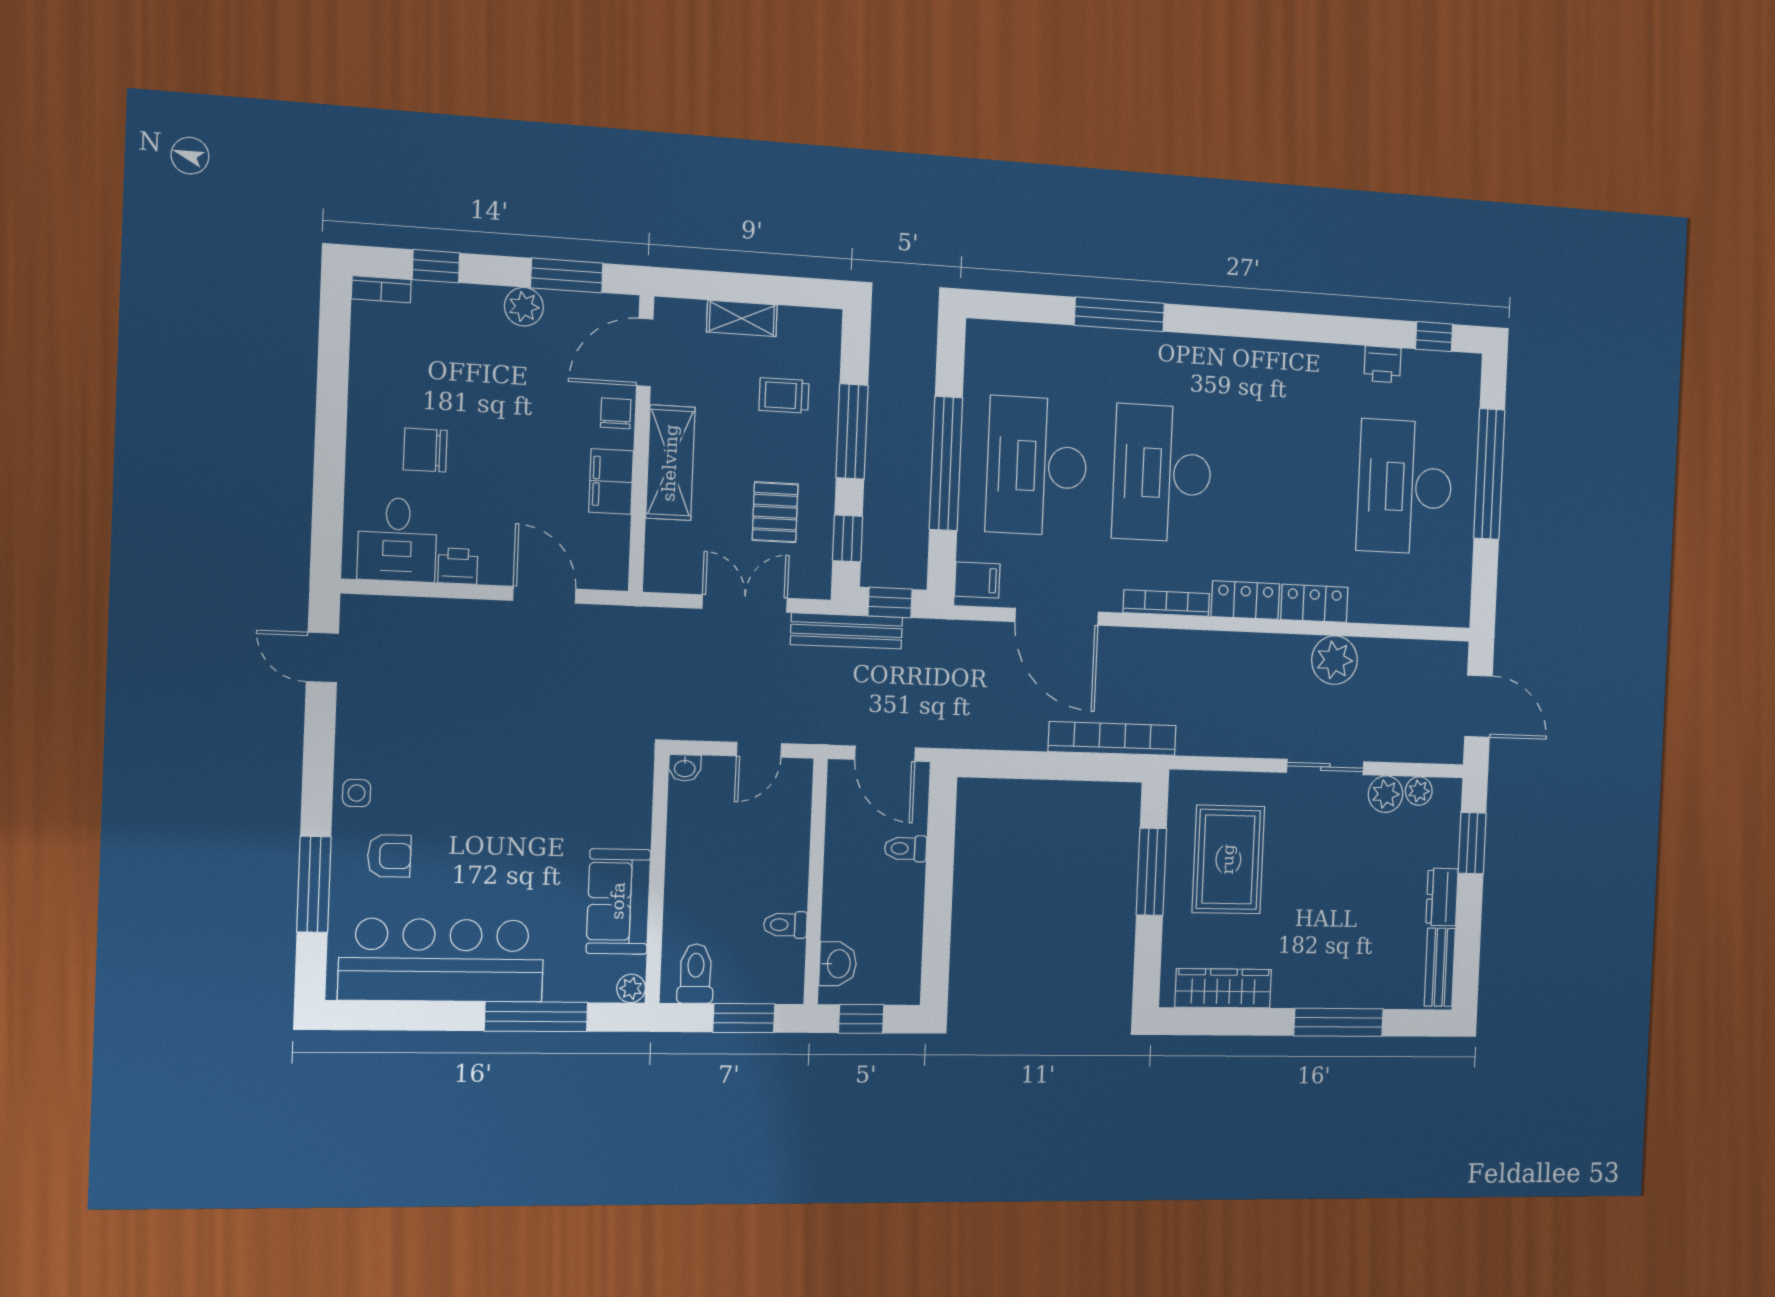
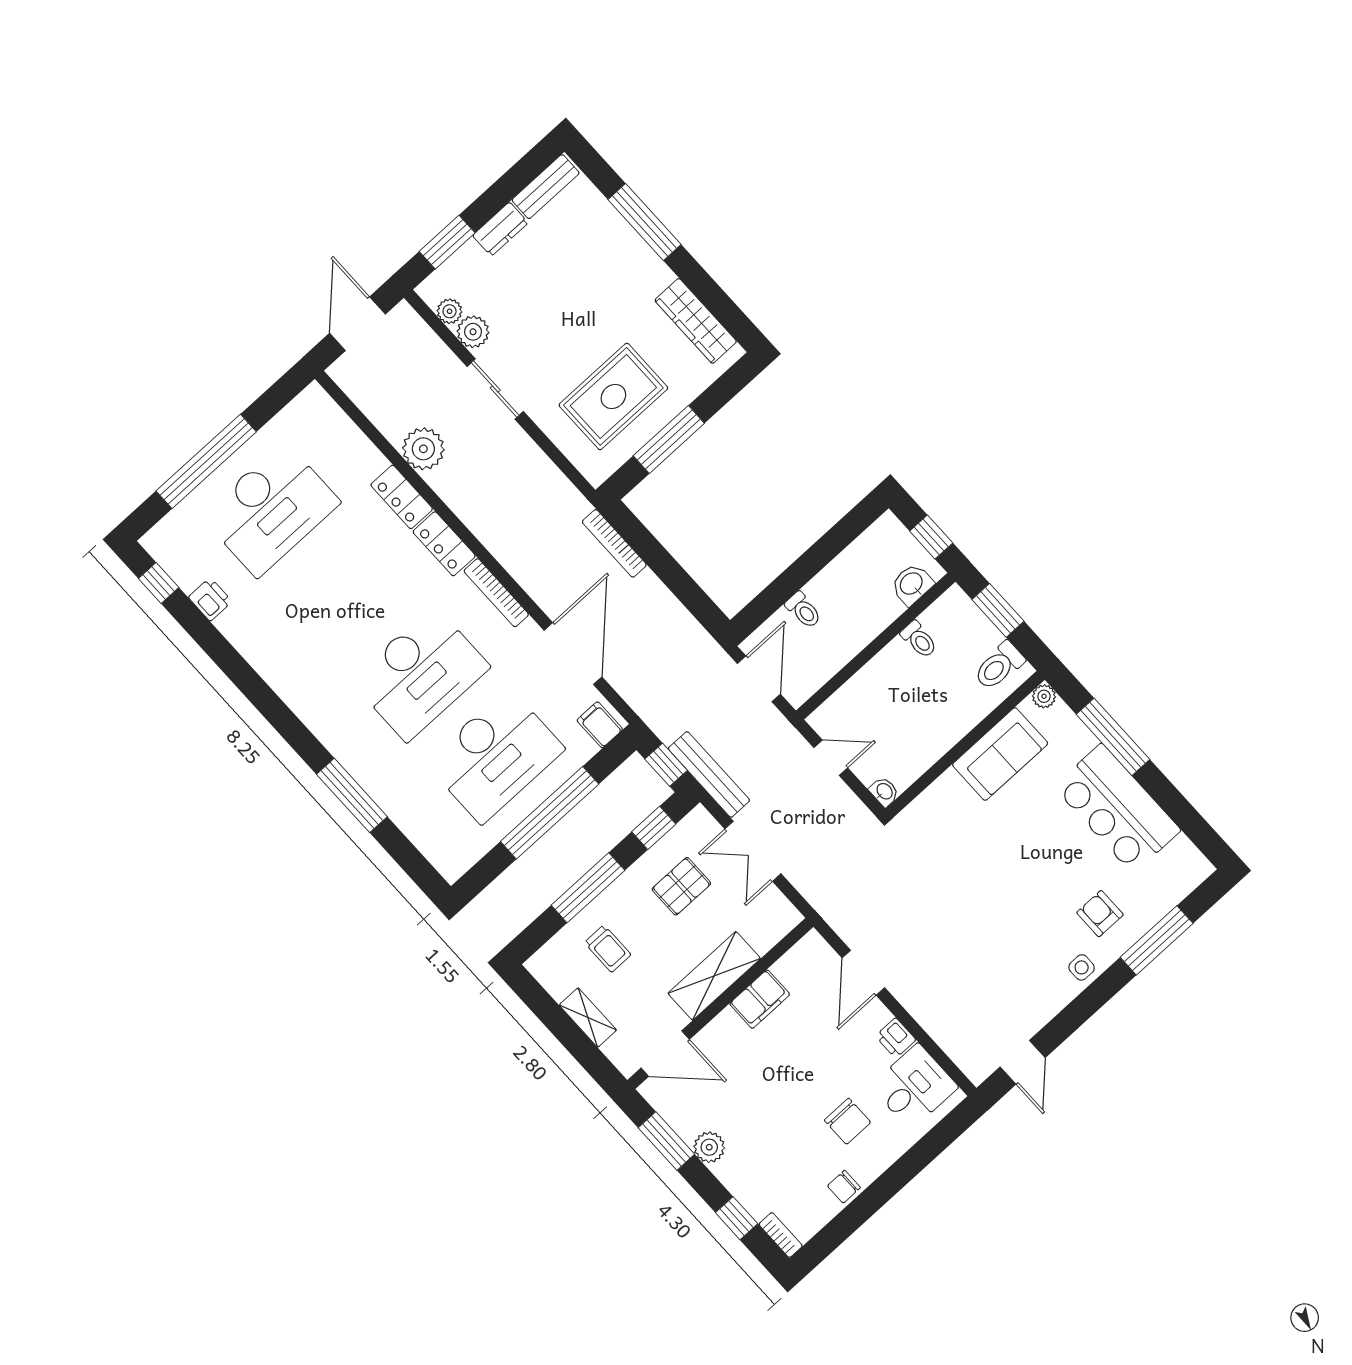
chair: (616, 413) -> (844, 1187), moved
bookcase: (1112, 739) -> (614, 543), width x0.68, depth x0.76
bar counter: (442, 960) -> (1117, 808), width x0.73

